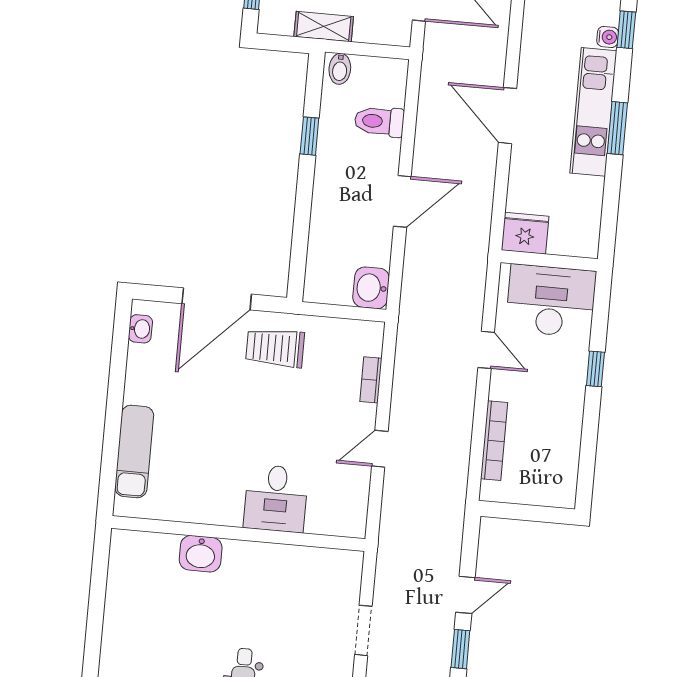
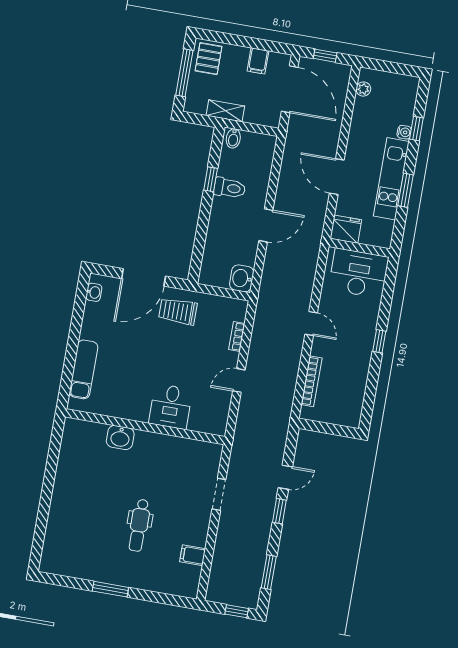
toilet: (379, 121) -> (230, 188), moved, turned 180
fridge: (525, 233) -> (346, 229), moved
wall: (549, 261) -> (359, 248), moved
desk: (551, 301) -> (359, 273), moved

